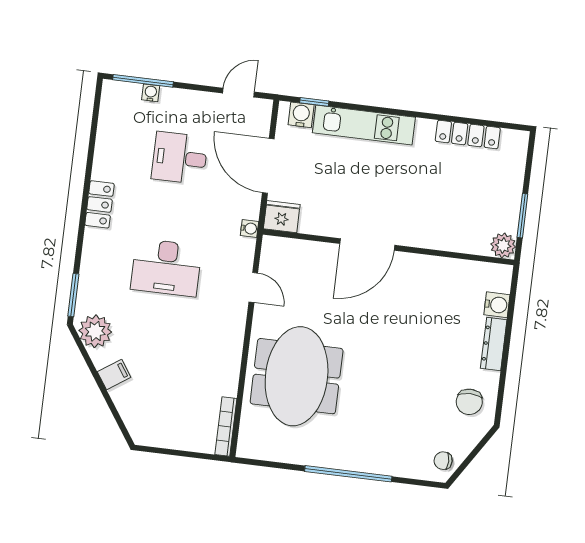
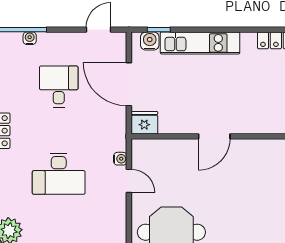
desk: (180, 158) -> (59, 87), turned 90
water cooler: (249, 228) -> (120, 159), moved
door: (367, 244) -> (214, 136), width x0.73

